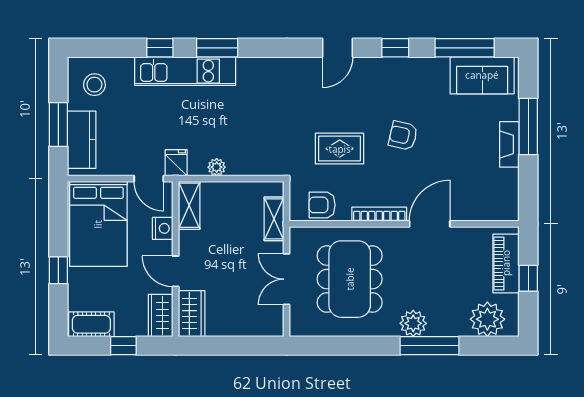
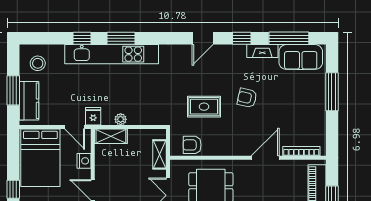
kitchen unit: (185, 71) -> (112, 54), width x1.36
fireplace: (509, 144) -> (262, 51), moved, turned -90
shelving: (189, 205) -> (111, 136), moved, turned 90
bookcase: (379, 214) -> (301, 151), moved

